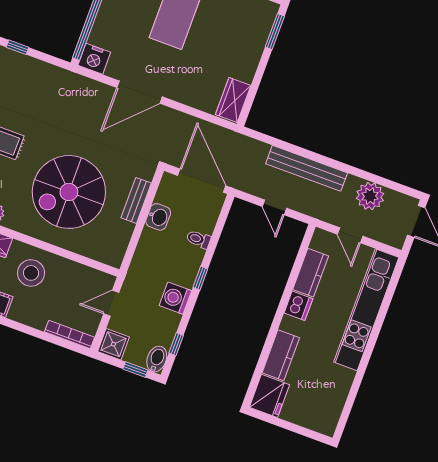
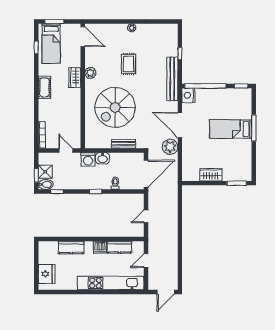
wardrobe: (233, 100) -> (211, 175), moved
bench: (307, 168) -> (172, 79), moved
spiral stairs: (69, 192) -> (115, 108), turned -90
plant: (370, 196) -> (170, 147), moved
washbasin: (158, 217) -> (103, 158), moved
stool: (31, 273) -> (66, 103), removed
washing machine: (175, 298) -> (88, 159), moved, turned 180
shower: (113, 344) -> (45, 172), moved
fridge: (269, 396) -> (47, 274), moved, turned -90

